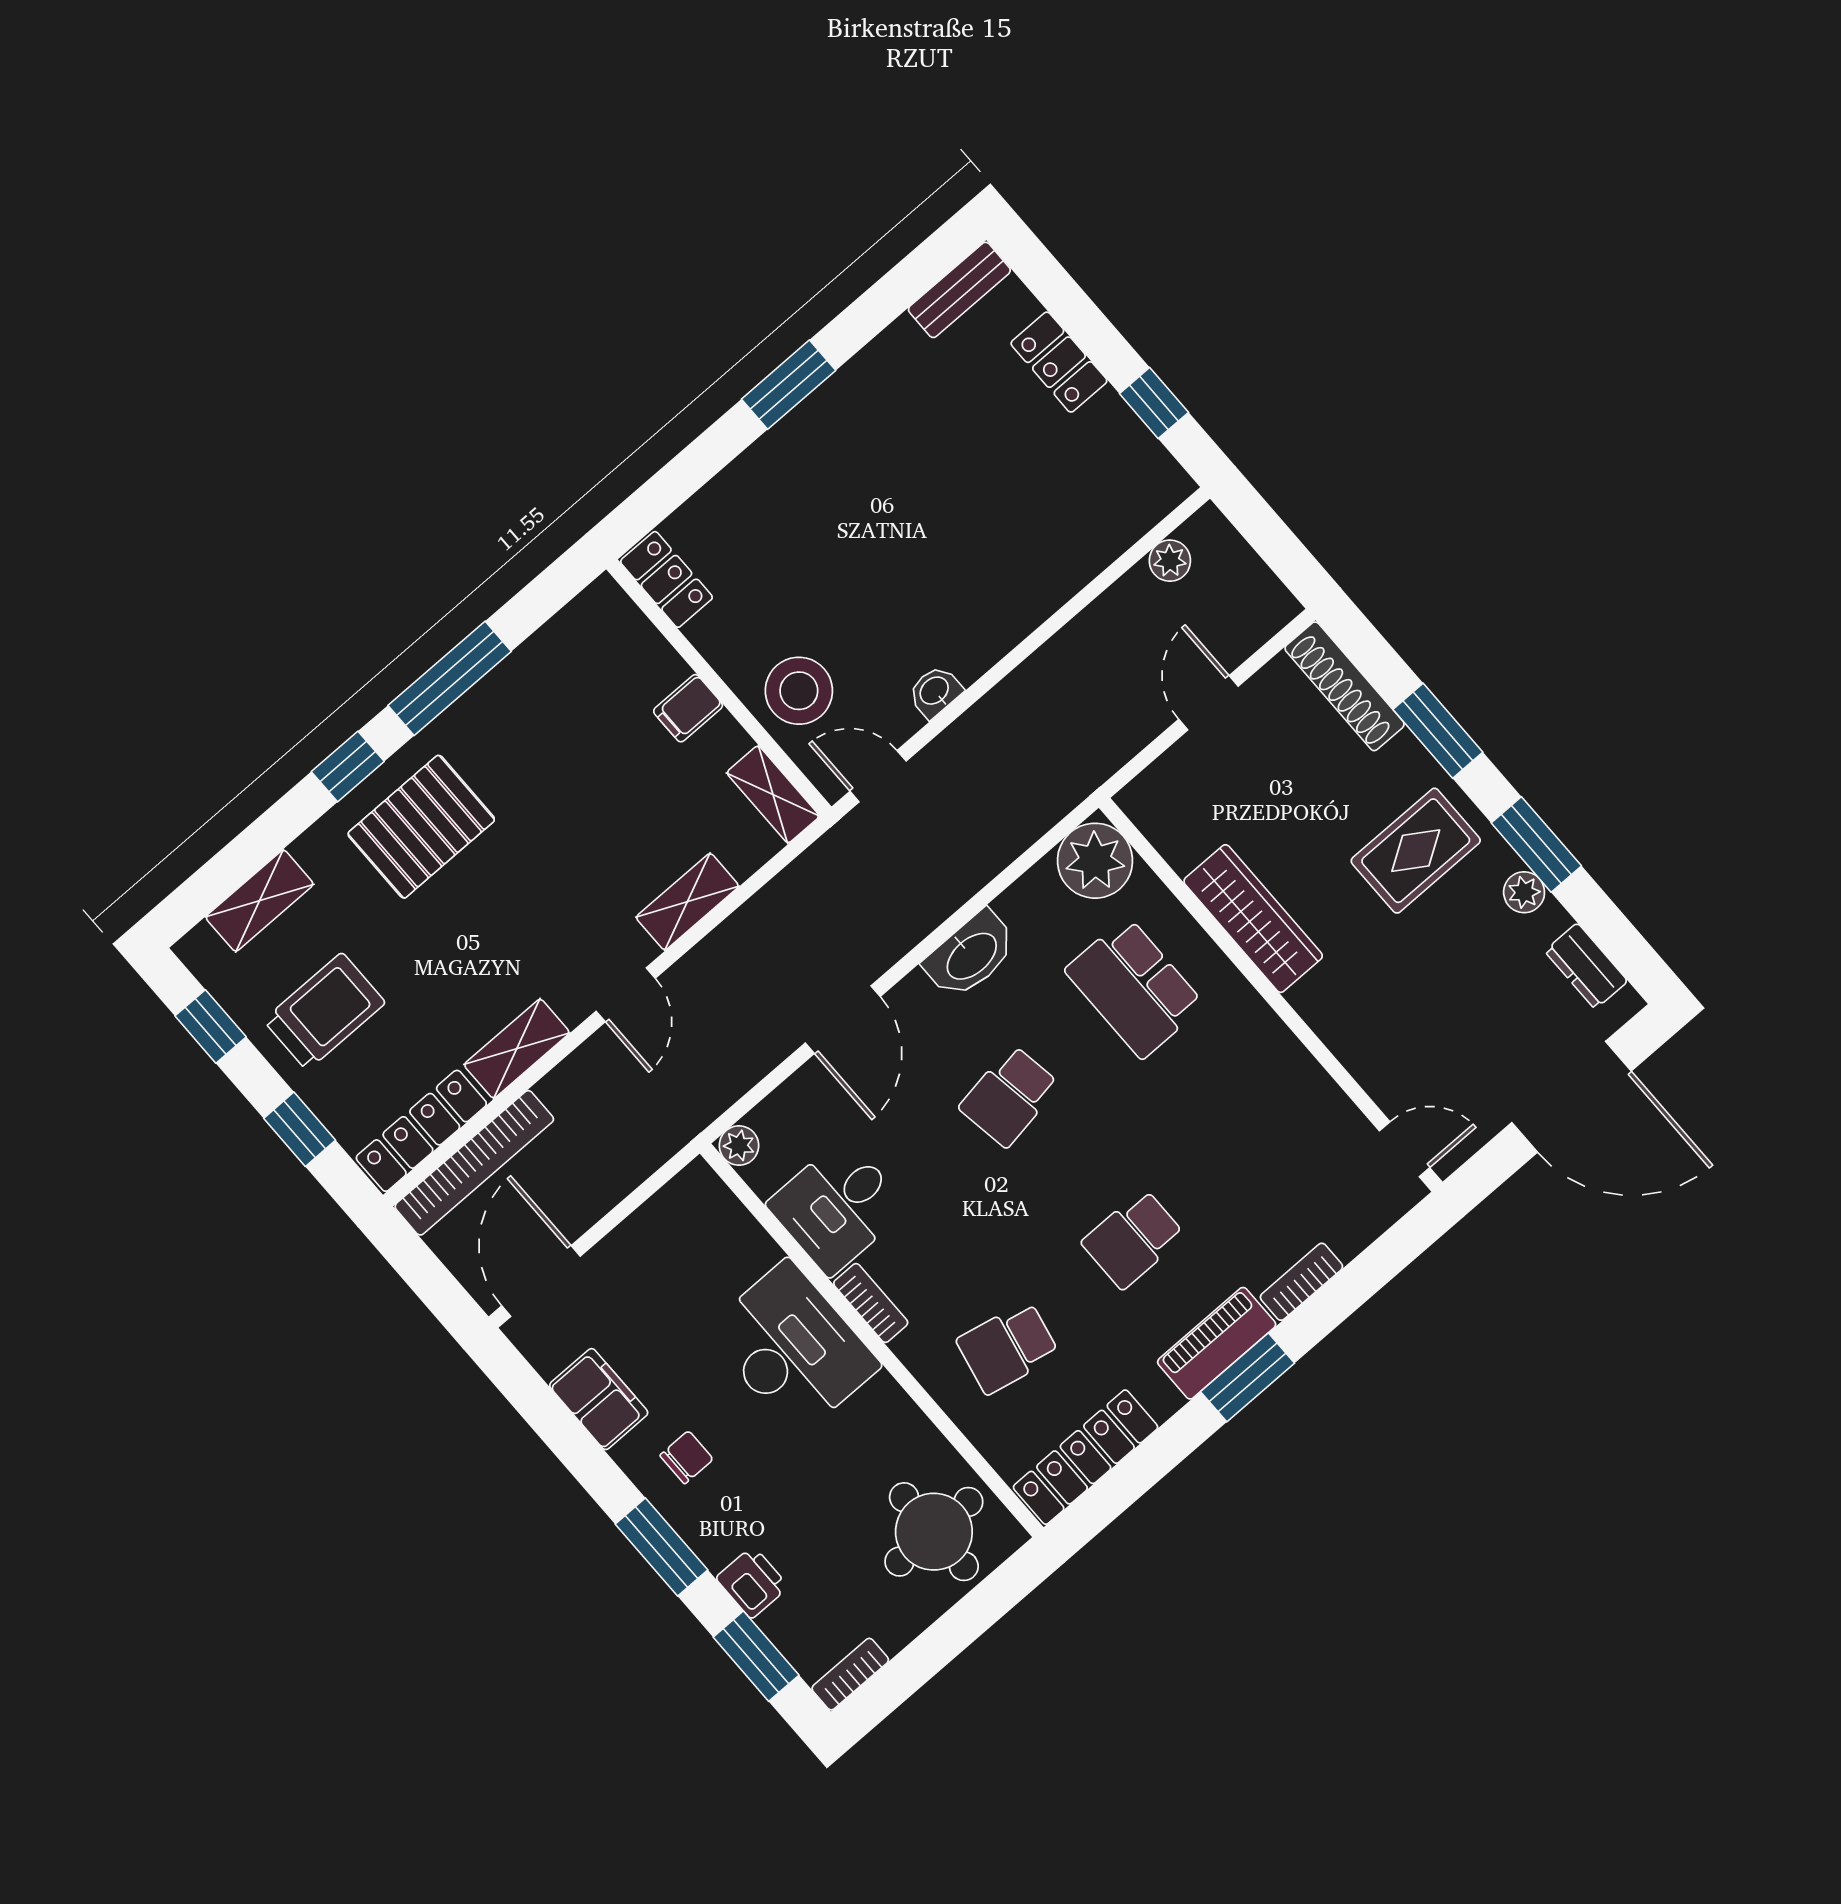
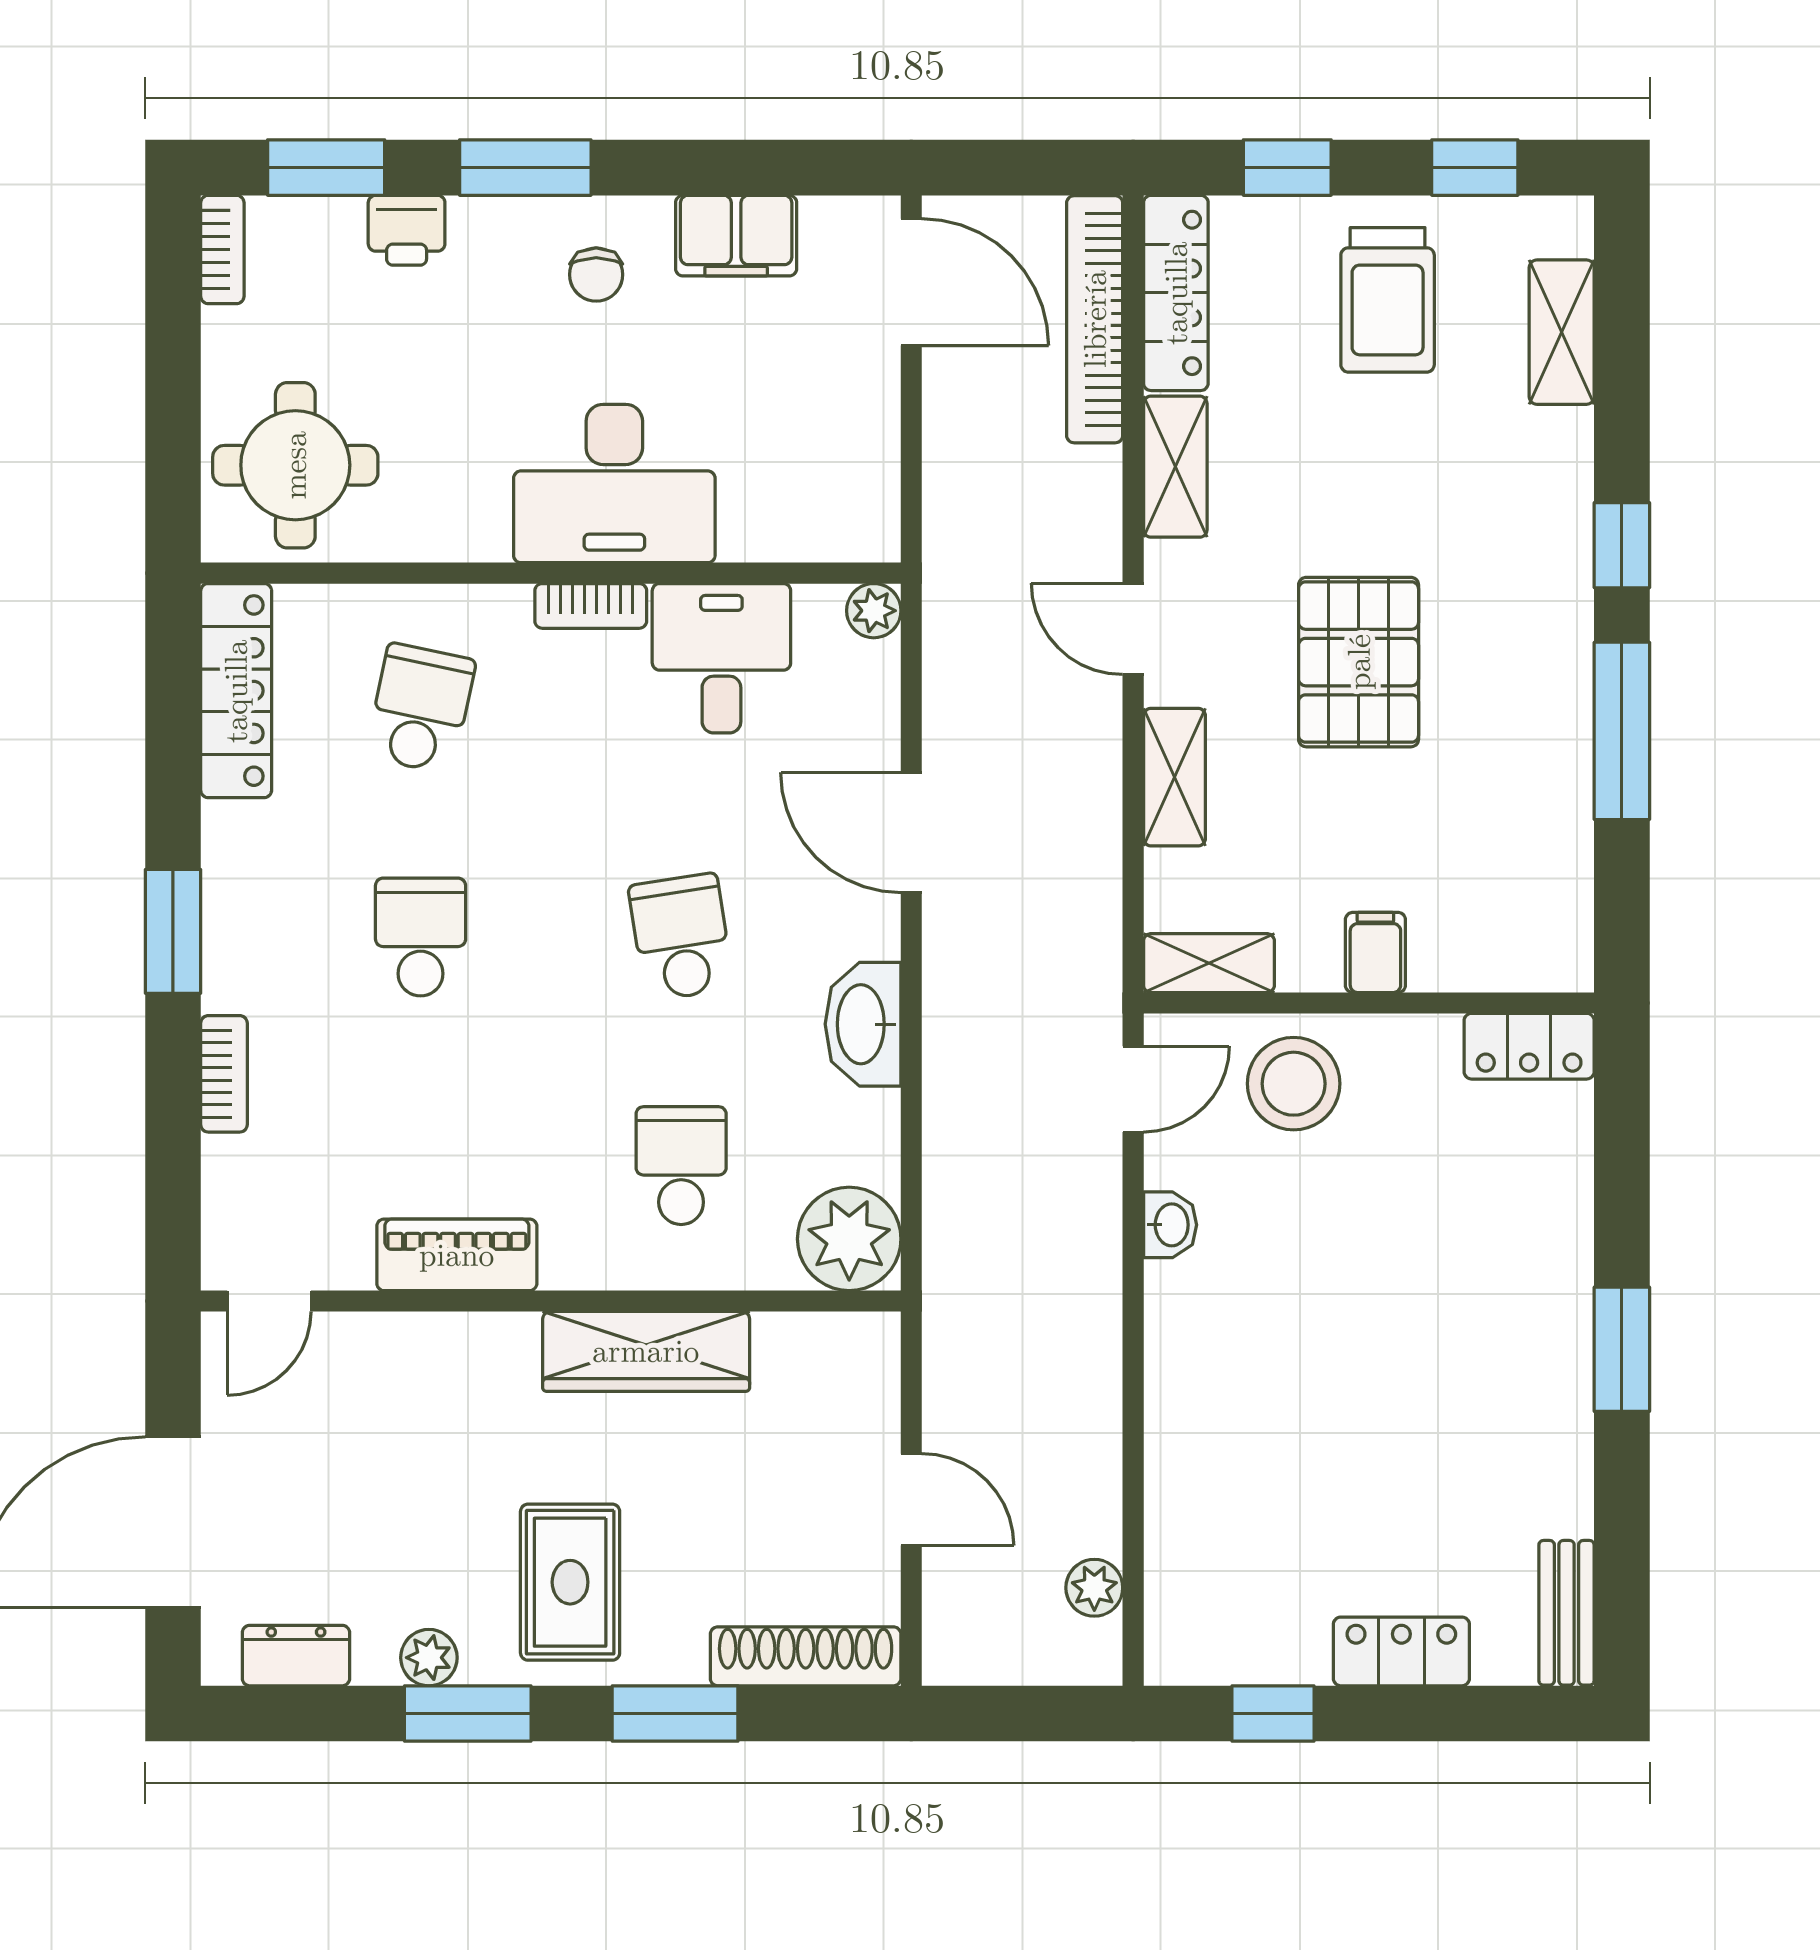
pallet: (421, 827) -> (1359, 662), moved
school desk: (1135, 988) -> (681, 1166), width x0.54
piano: (1217, 1343) -> (457, 1255), moved, turned -90

